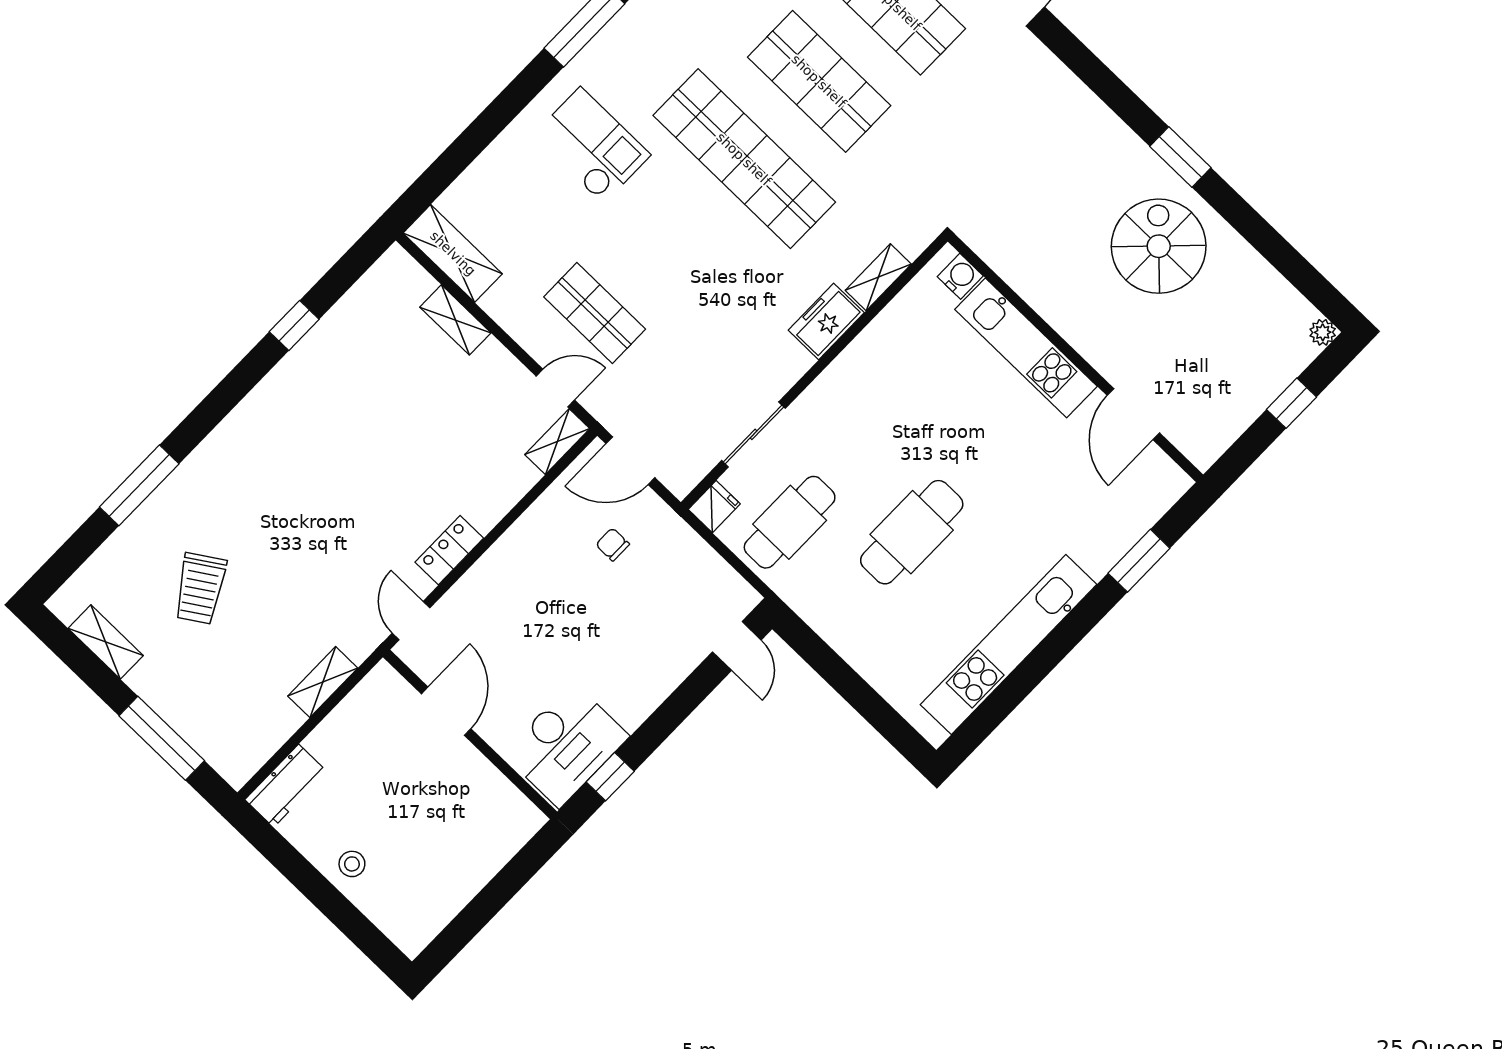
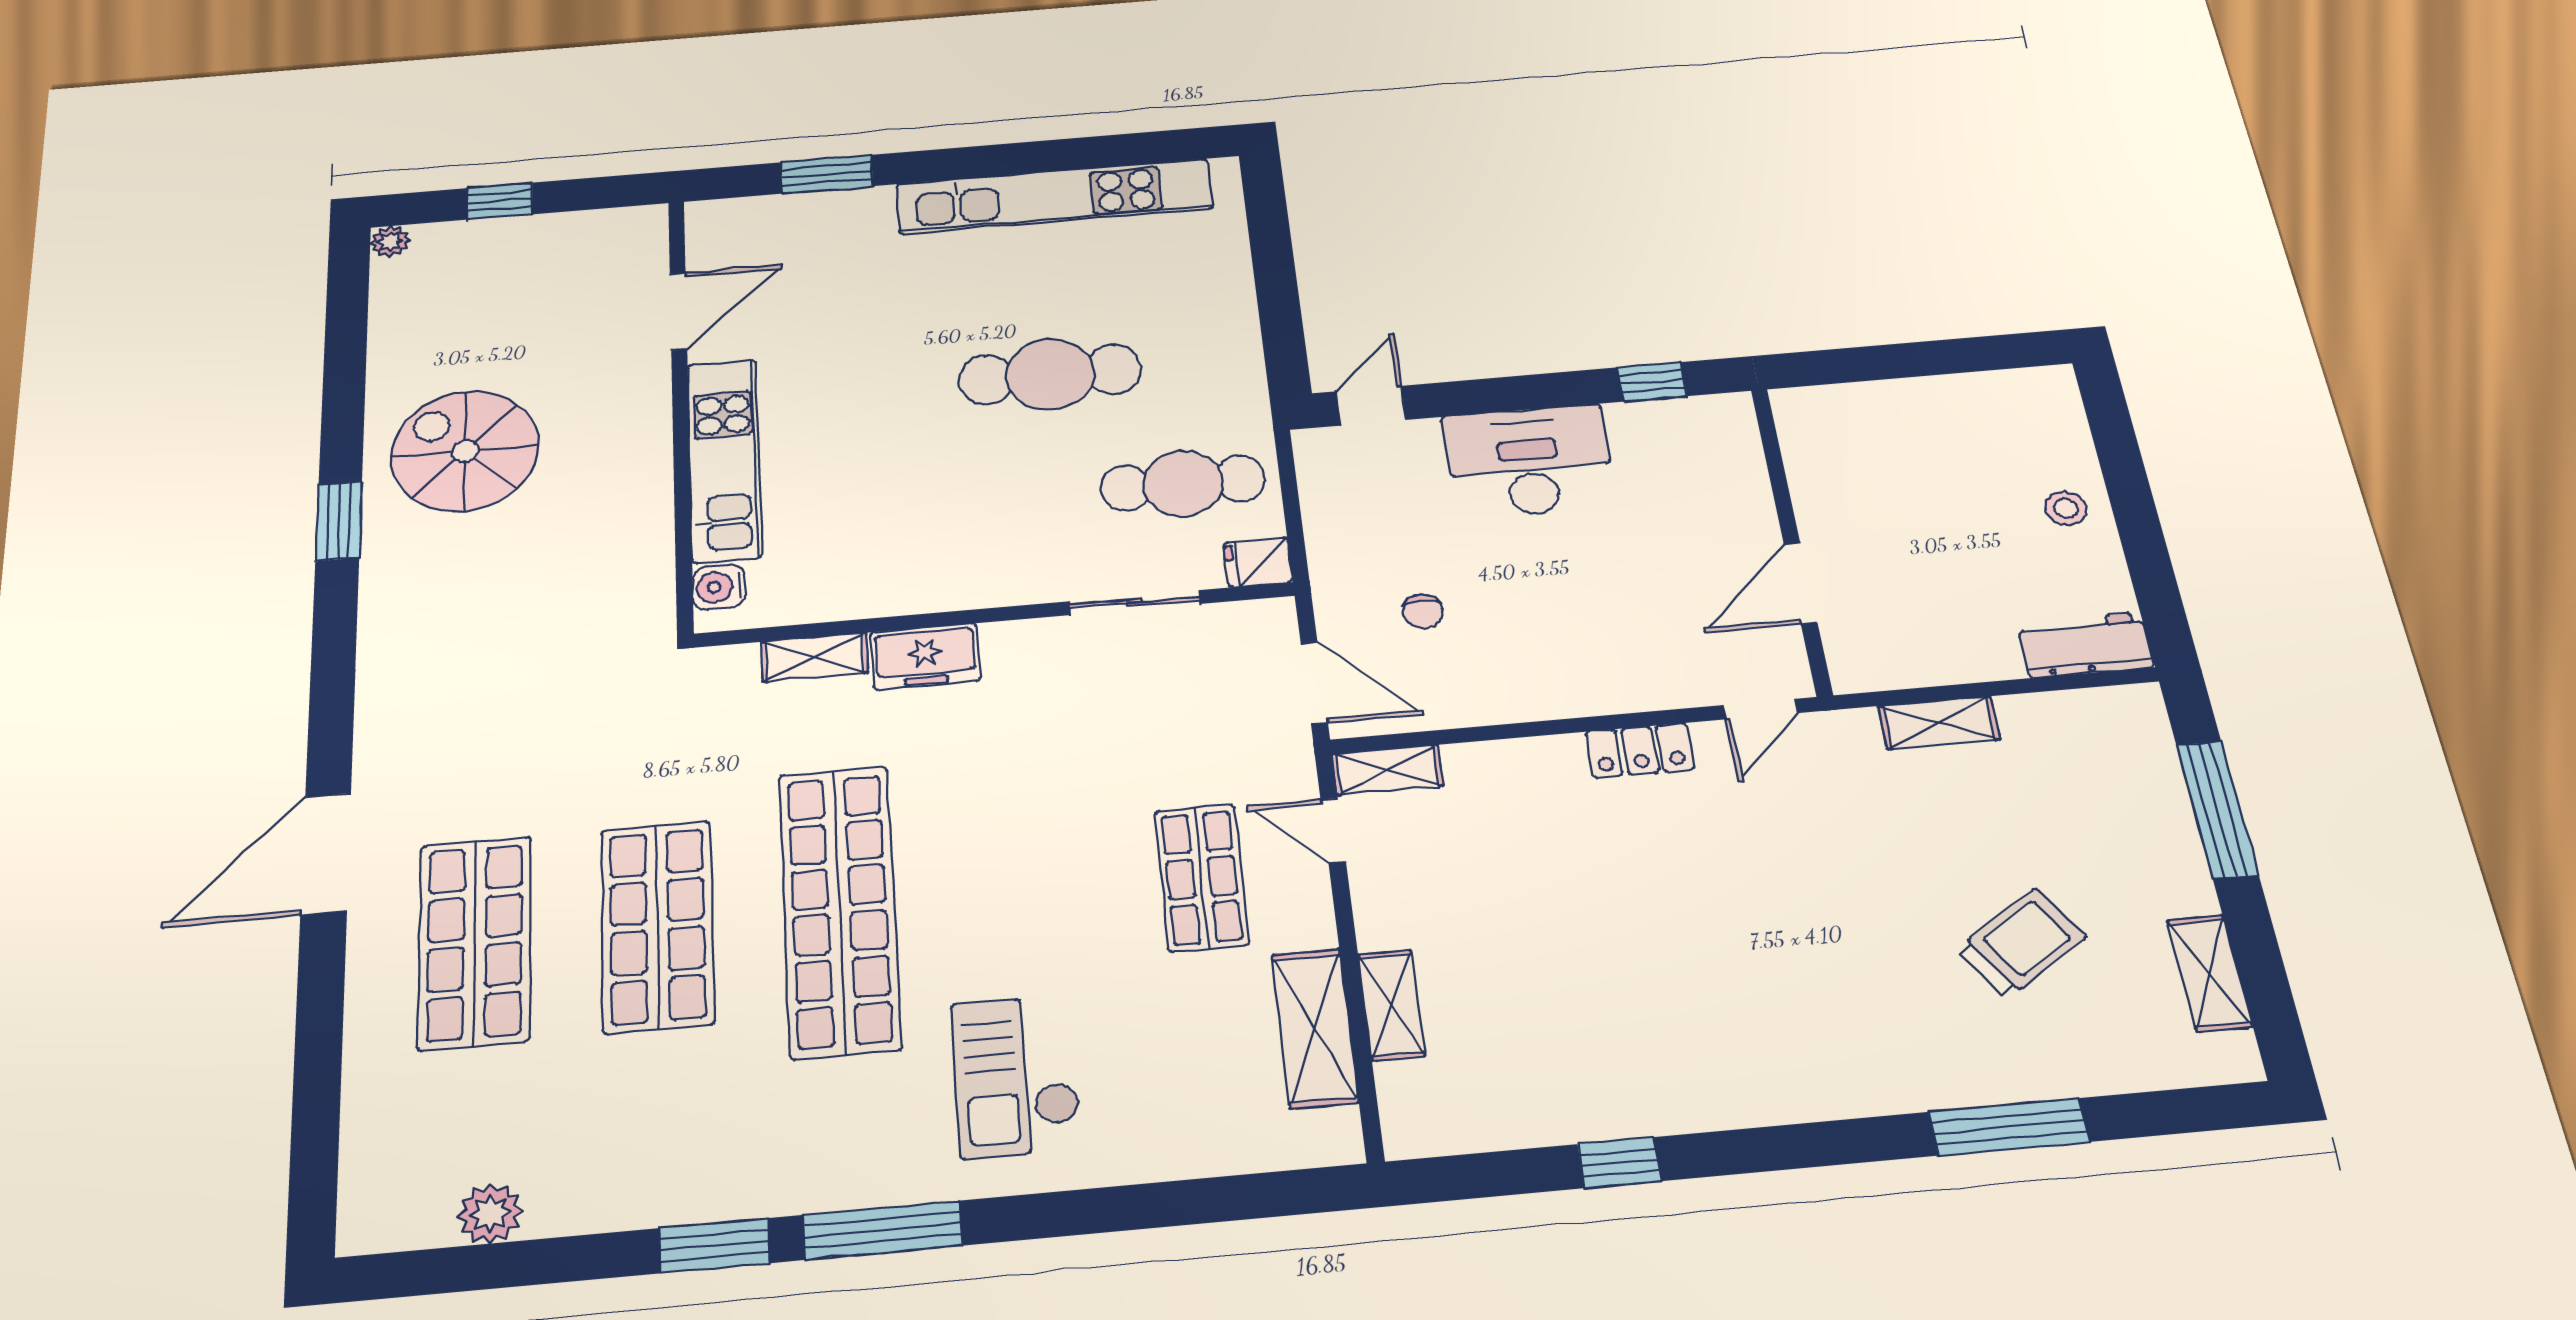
spiral stairs: (1159, 246) -> (465, 451), turned 90
shelving: (453, 253) -> (1315, 1028), moved
desk: (566, 745) -> (1529, 461), moved

